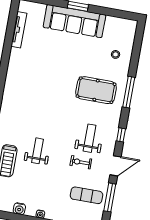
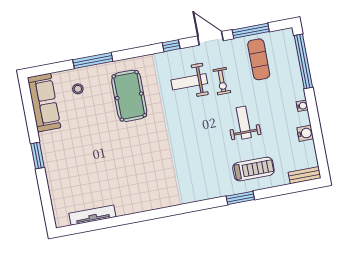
sofa: (74, 21) -> (44, 103), moved, width x0.74, depth x0.79
window: (129, 92) -> (93, 61), moved
weight bench: (38, 151) -> (244, 123), moved, turned 90

